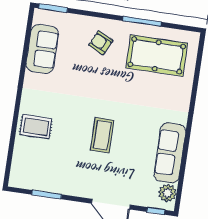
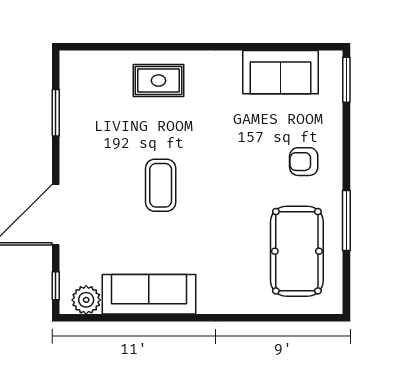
armchair: (101, 43) -> (304, 162), turned -116
rug: (36, 127) -> (159, 81), turned 90
coffee table: (102, 135) -> (161, 185), turned 90

